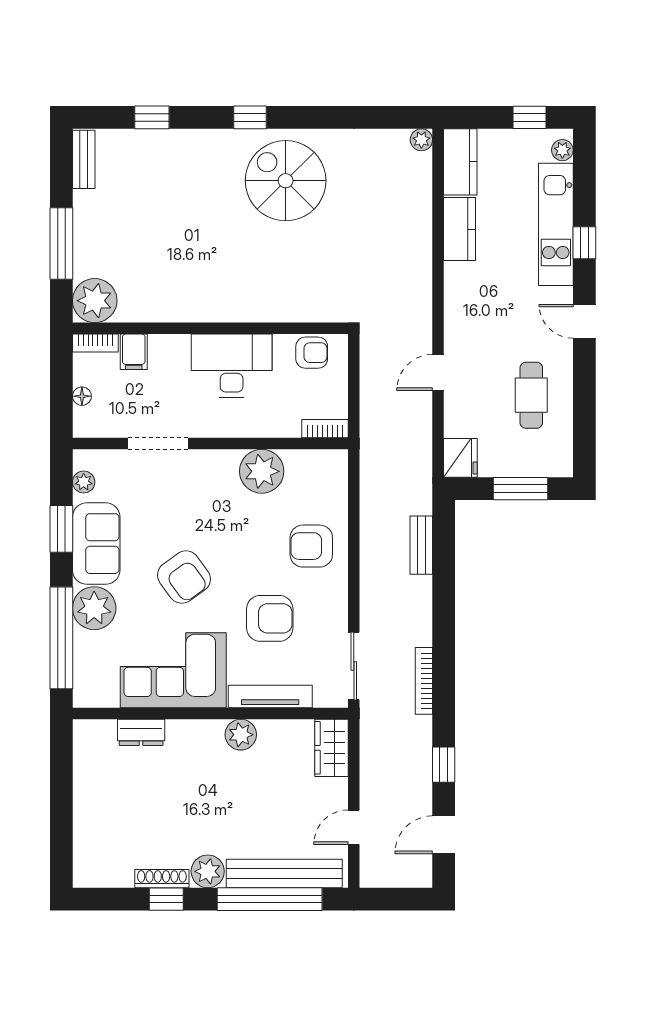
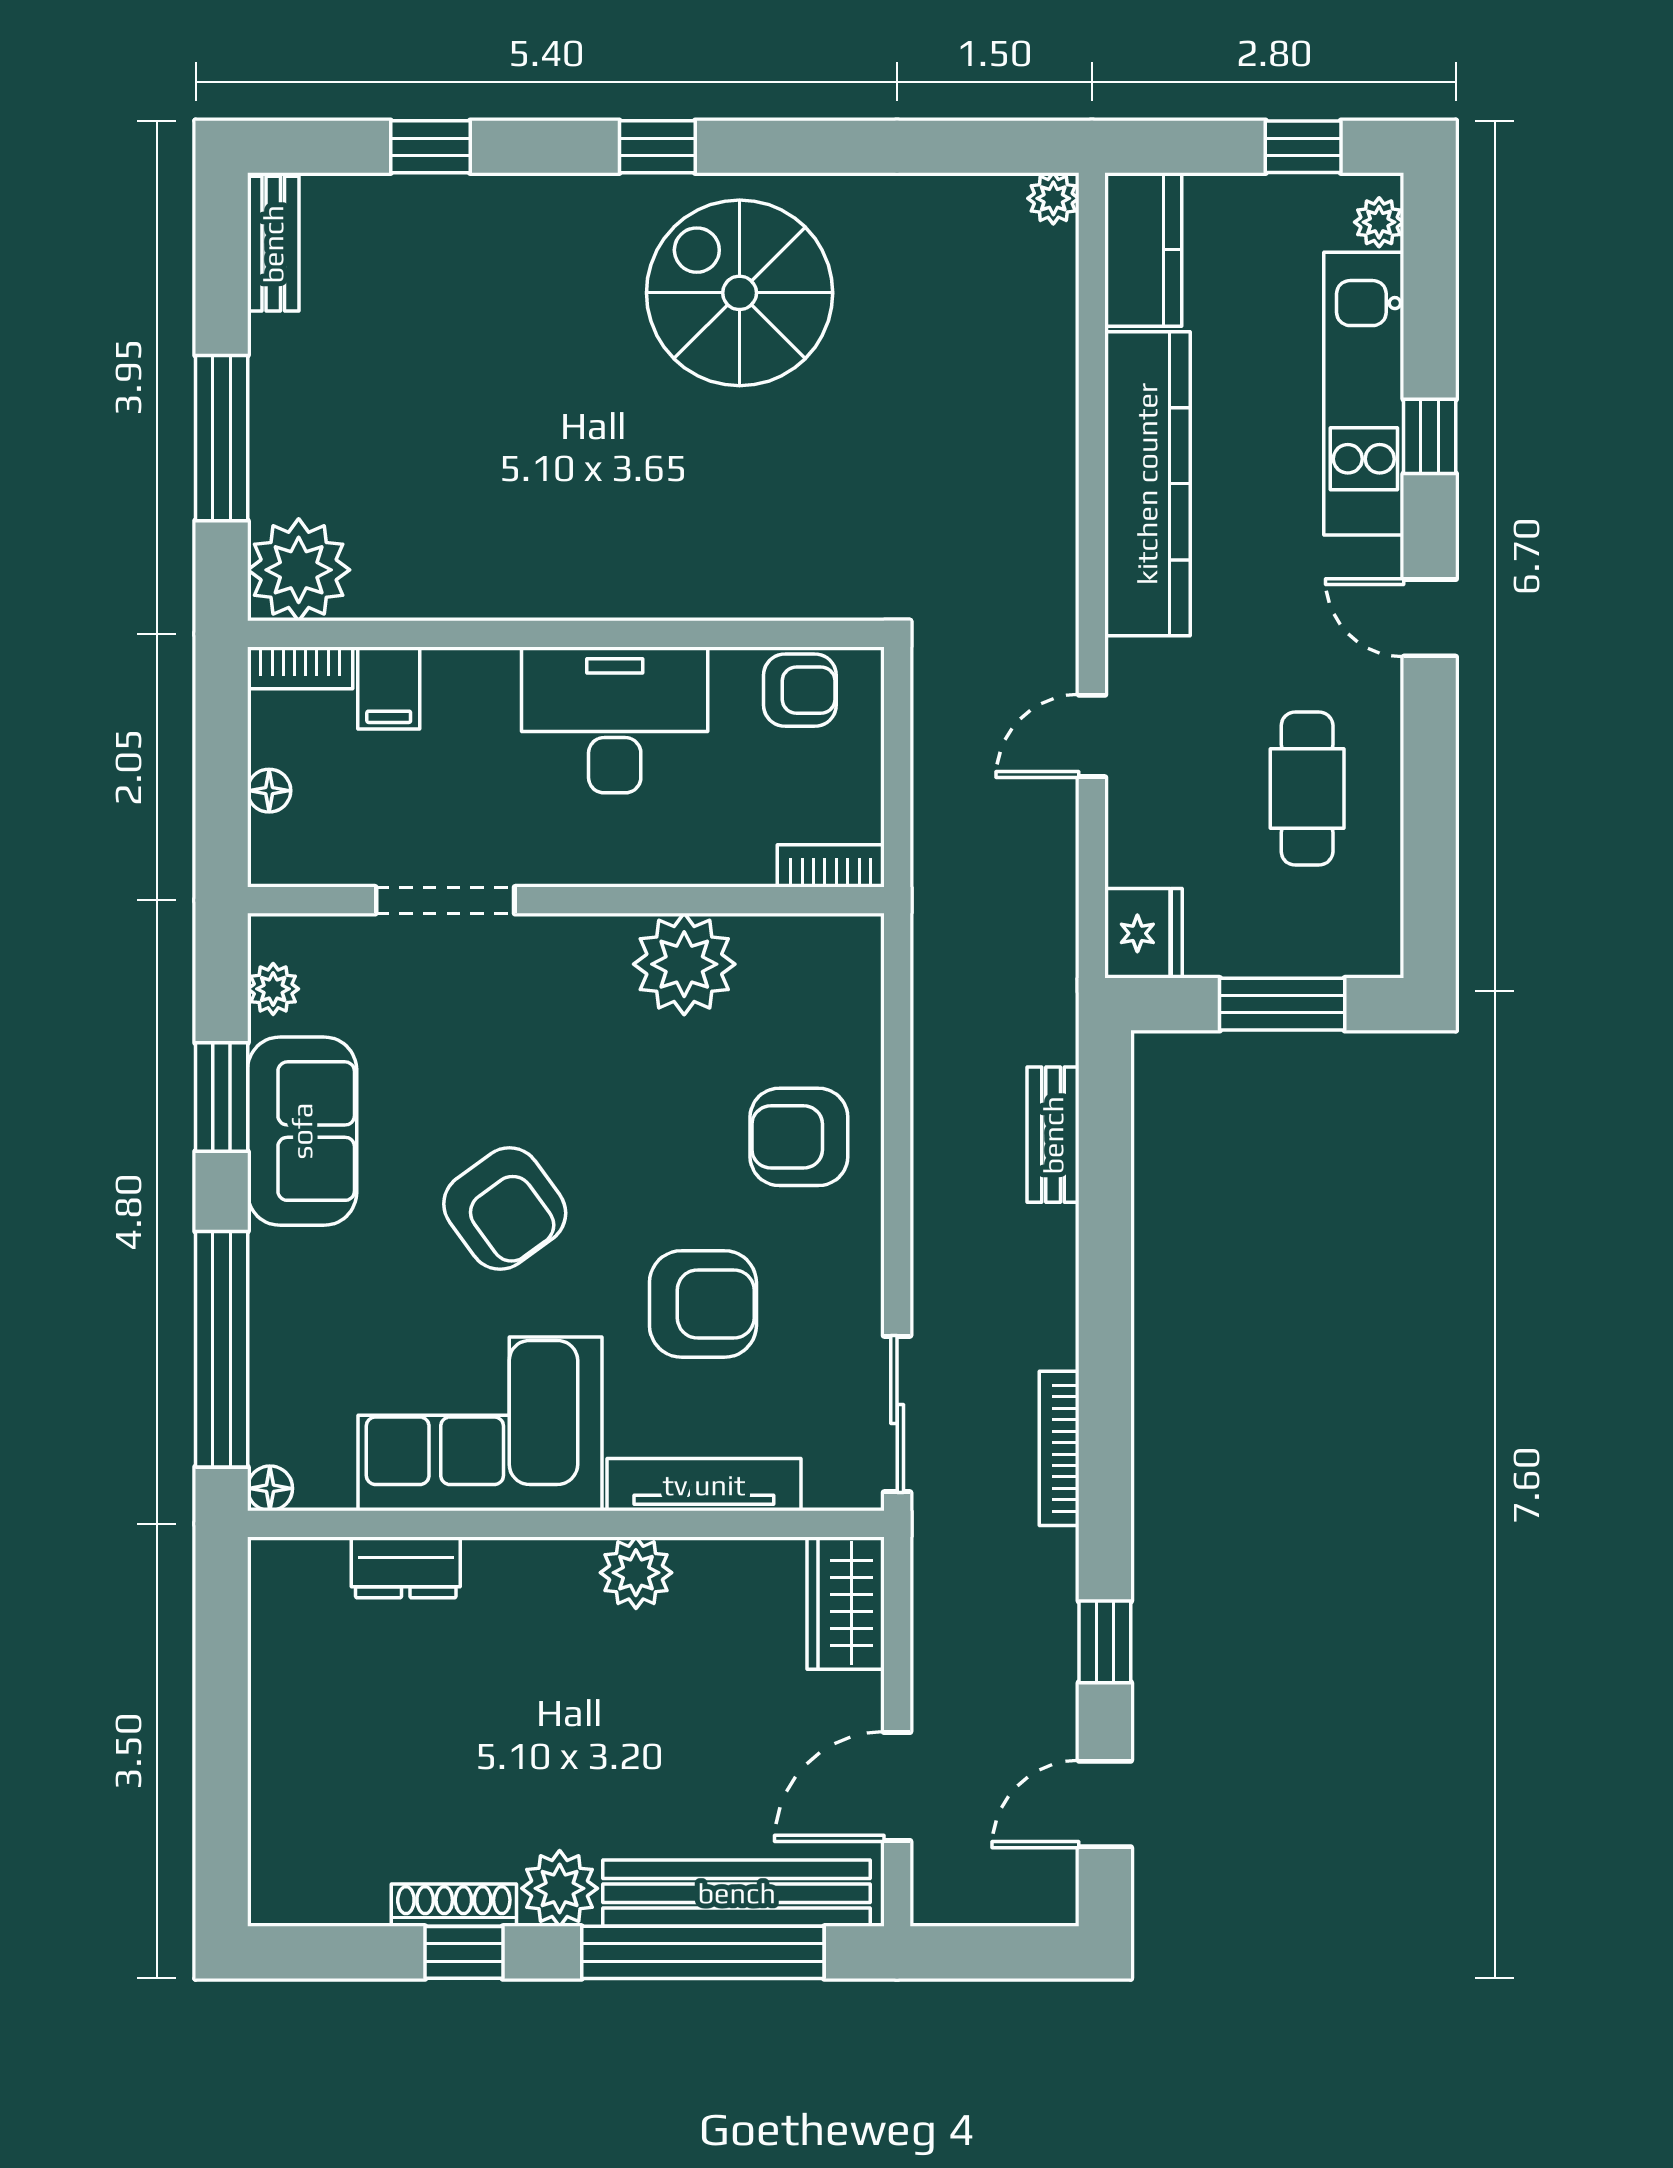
kitchen counter: (460, 229) -> (1147, 484), width x2.08, depth x1.17
plant: (94, 608) -> (297, 1280), removed
floor lamp: (82, 698) -> (270, 1488), added
door: (354, 827) -> (897, 1787), width x1.38

